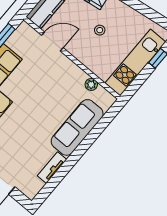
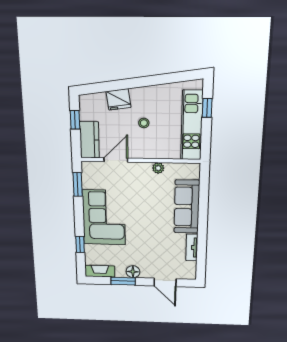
plant: (91, 84) -> (158, 168), moved

